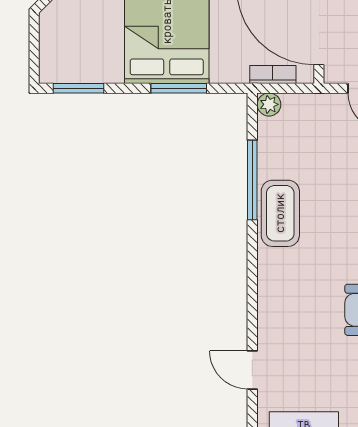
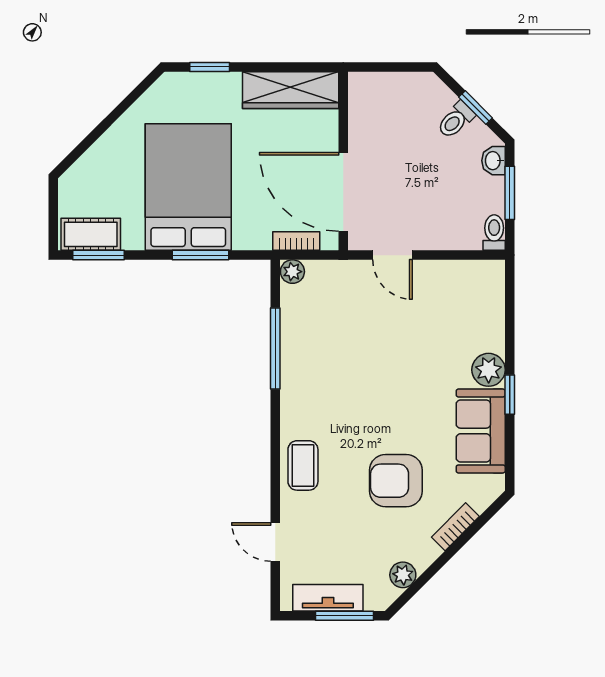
cot: (71, 68) -> (91, 234), added
coffee table: (280, 213) -> (303, 465), moved, width x0.73, depth x0.77

